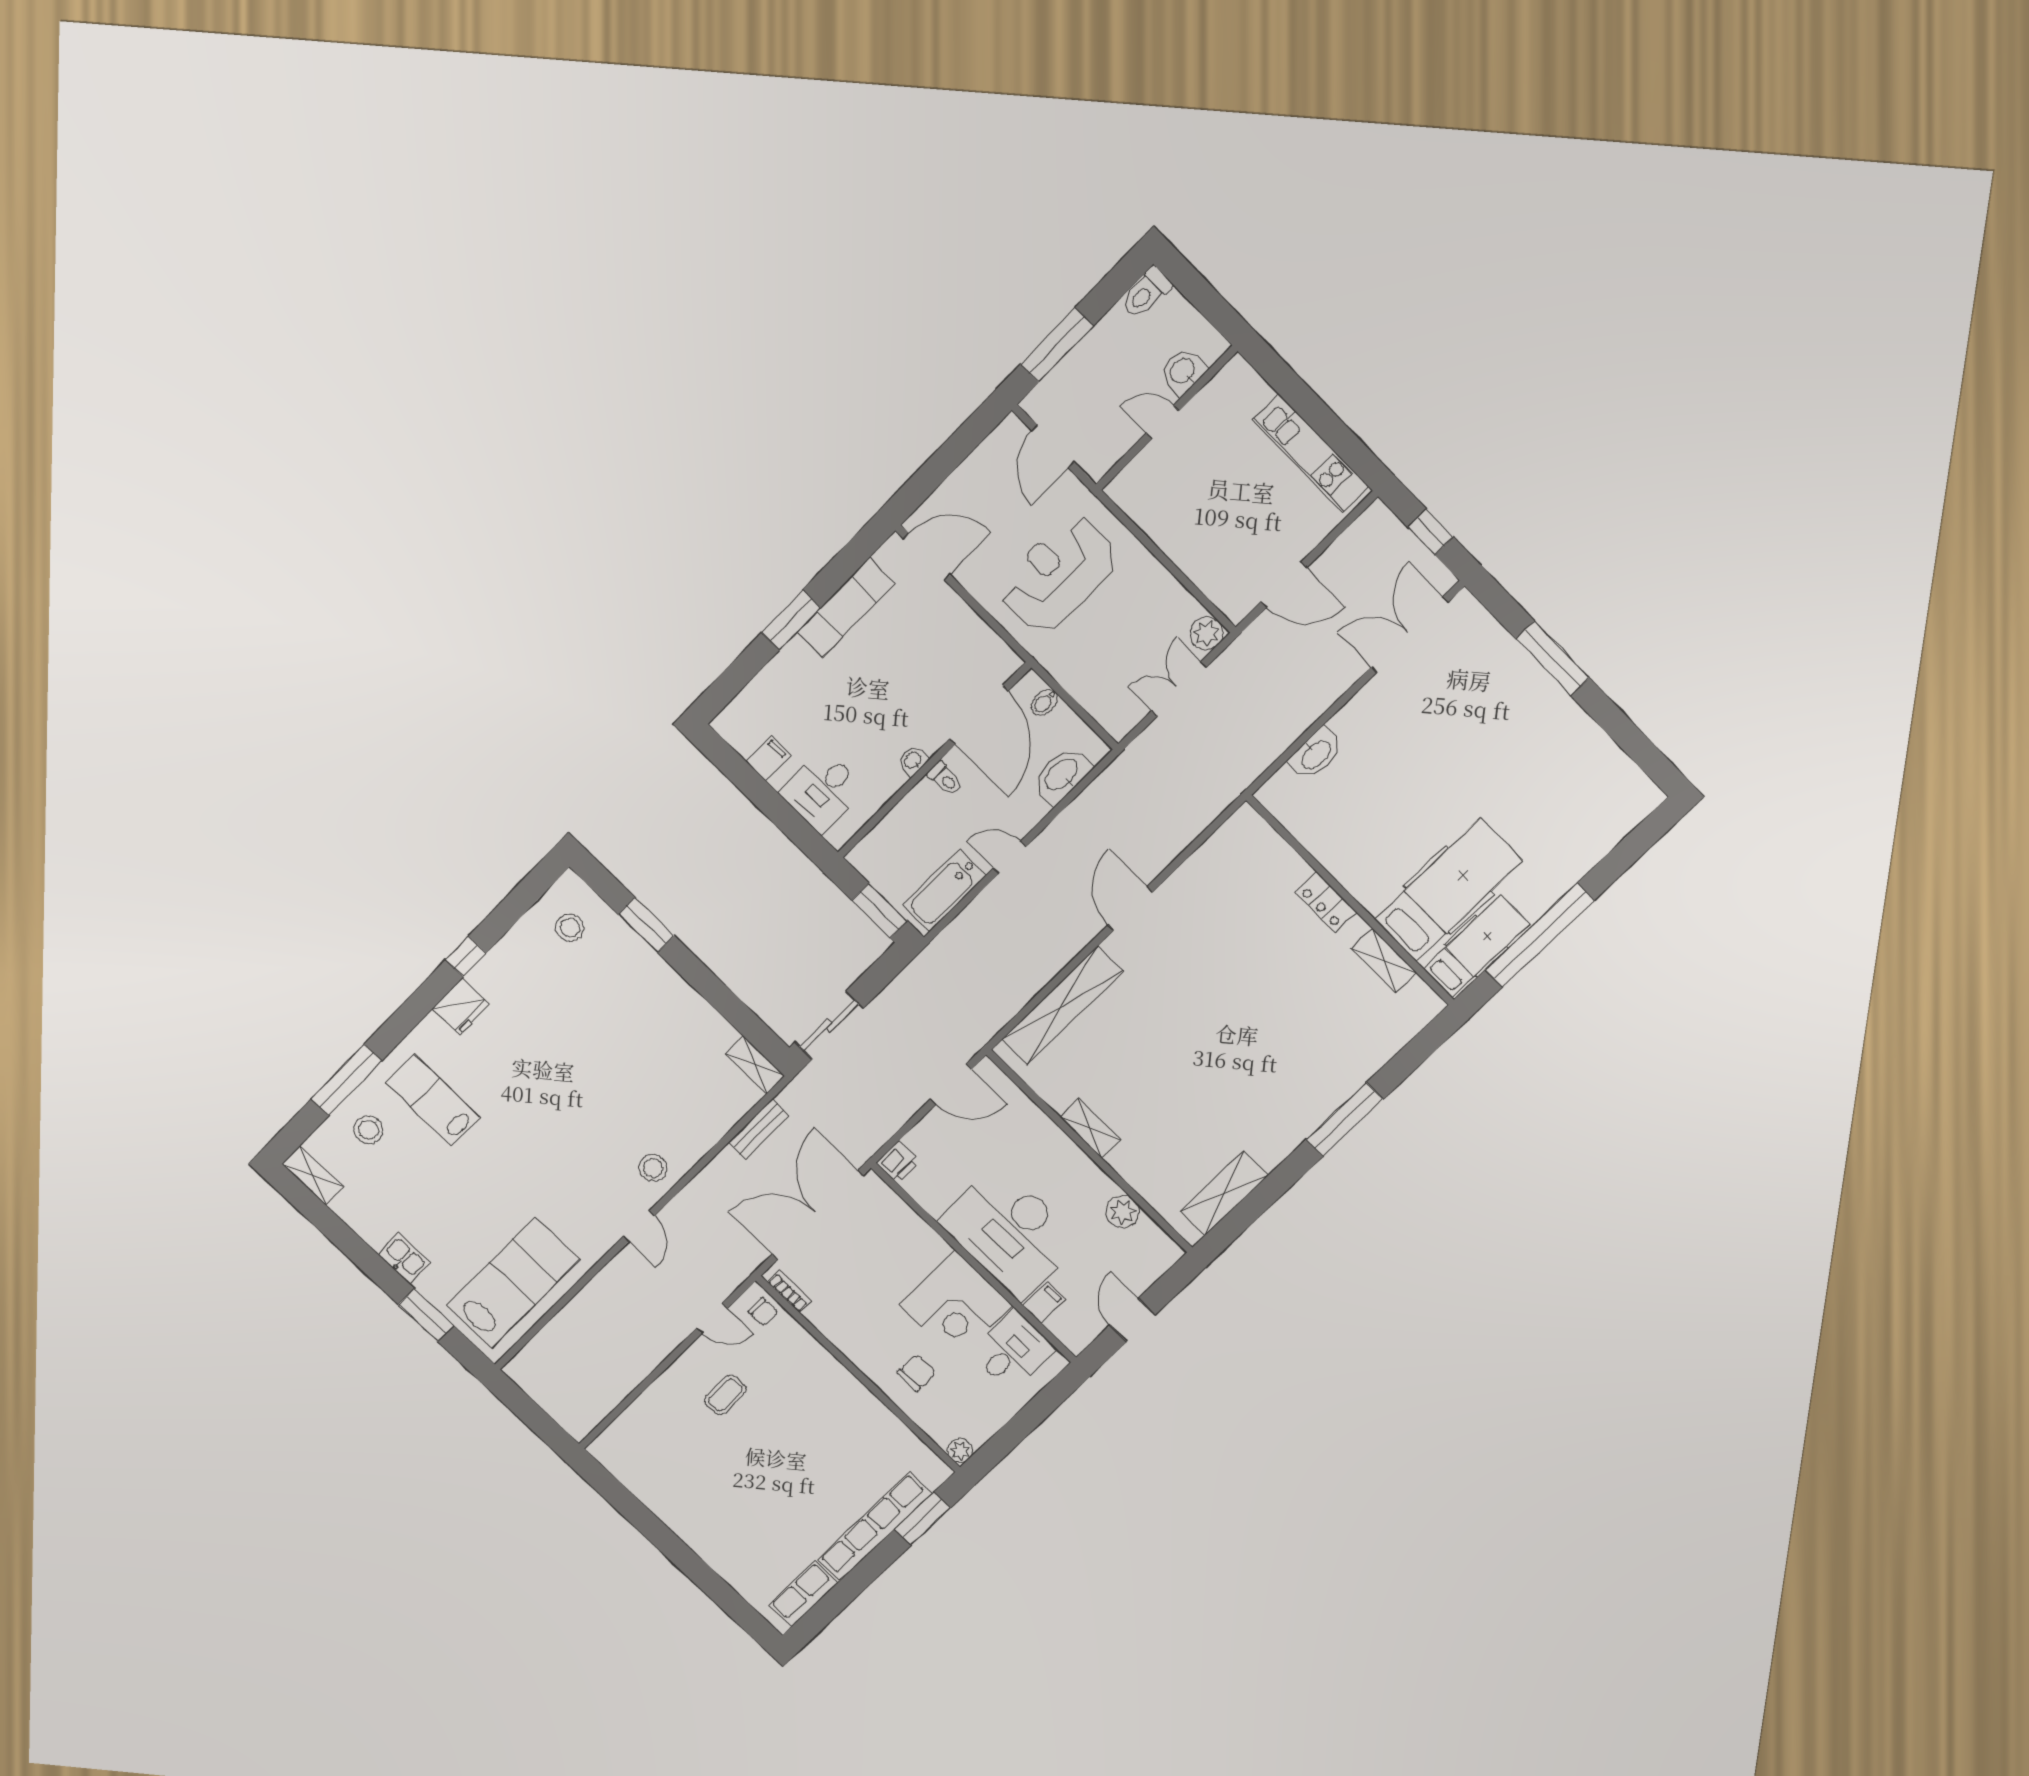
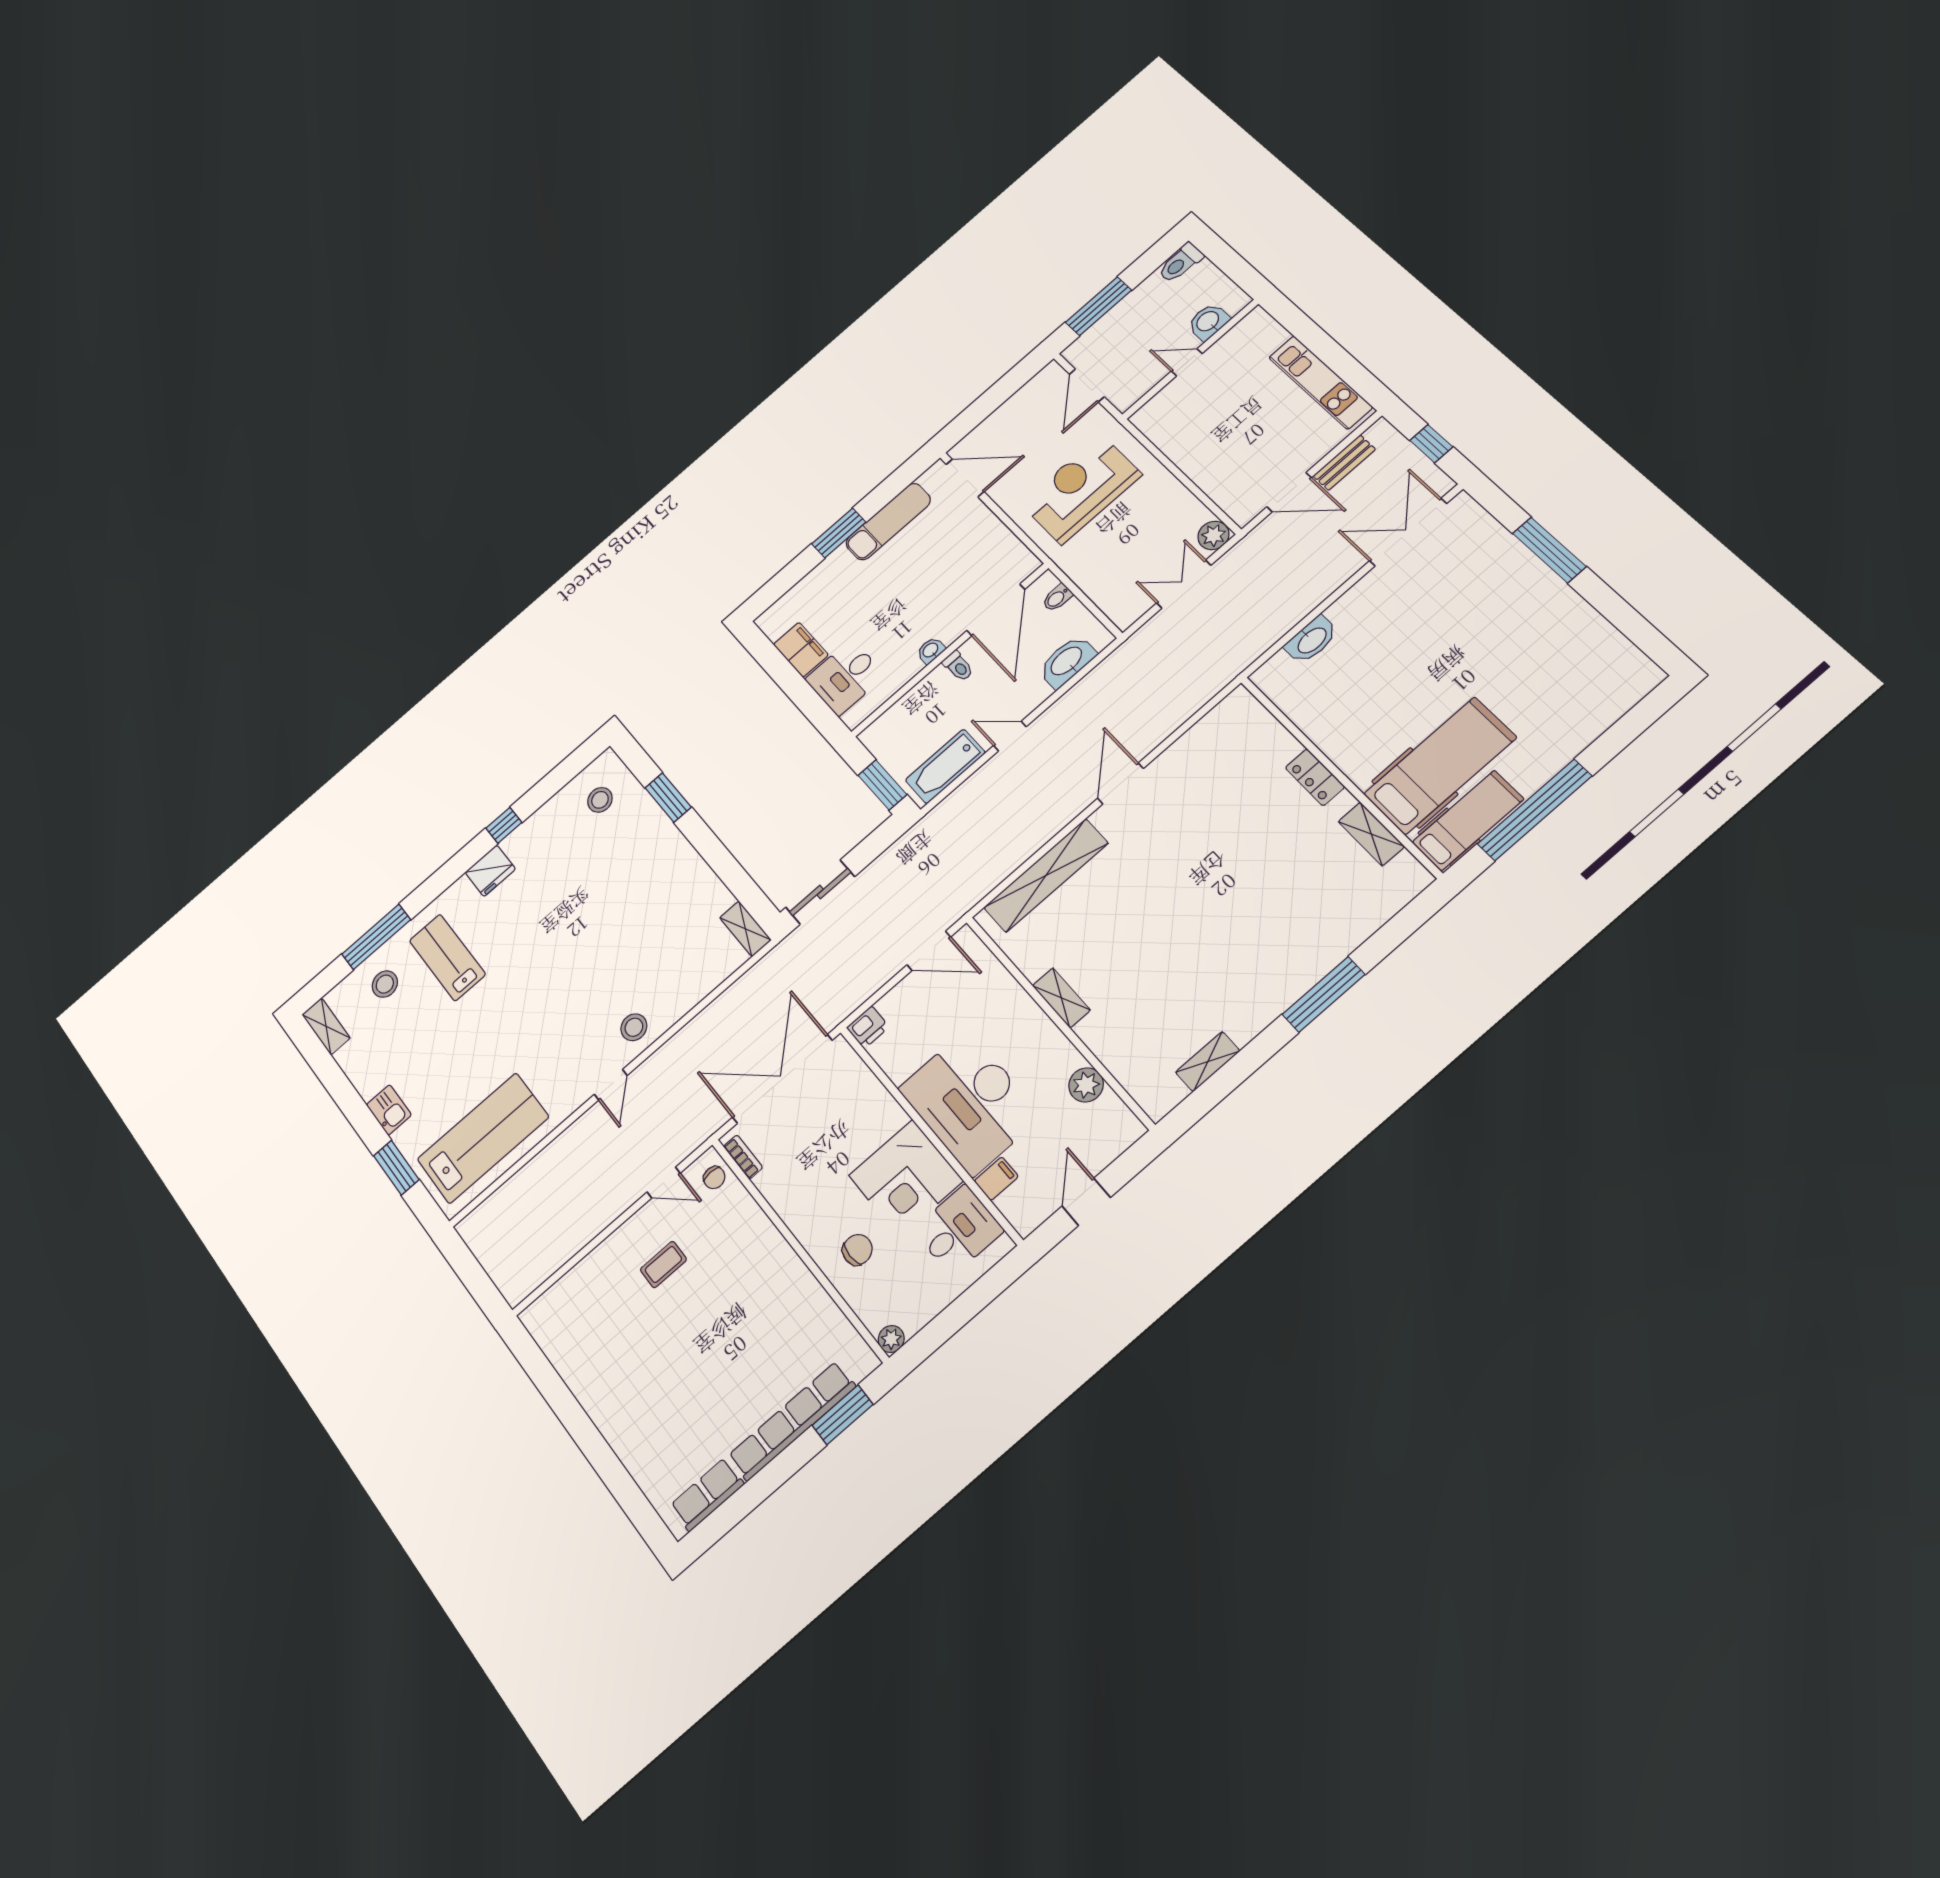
filing cabinet: (768, 758) -> (801, 650), width x2.00
bench: (759, 1129) -> (1344, 463), moved
shelving: (1224, 1193) -> (1208, 1062), width x0.67, depth x0.75

